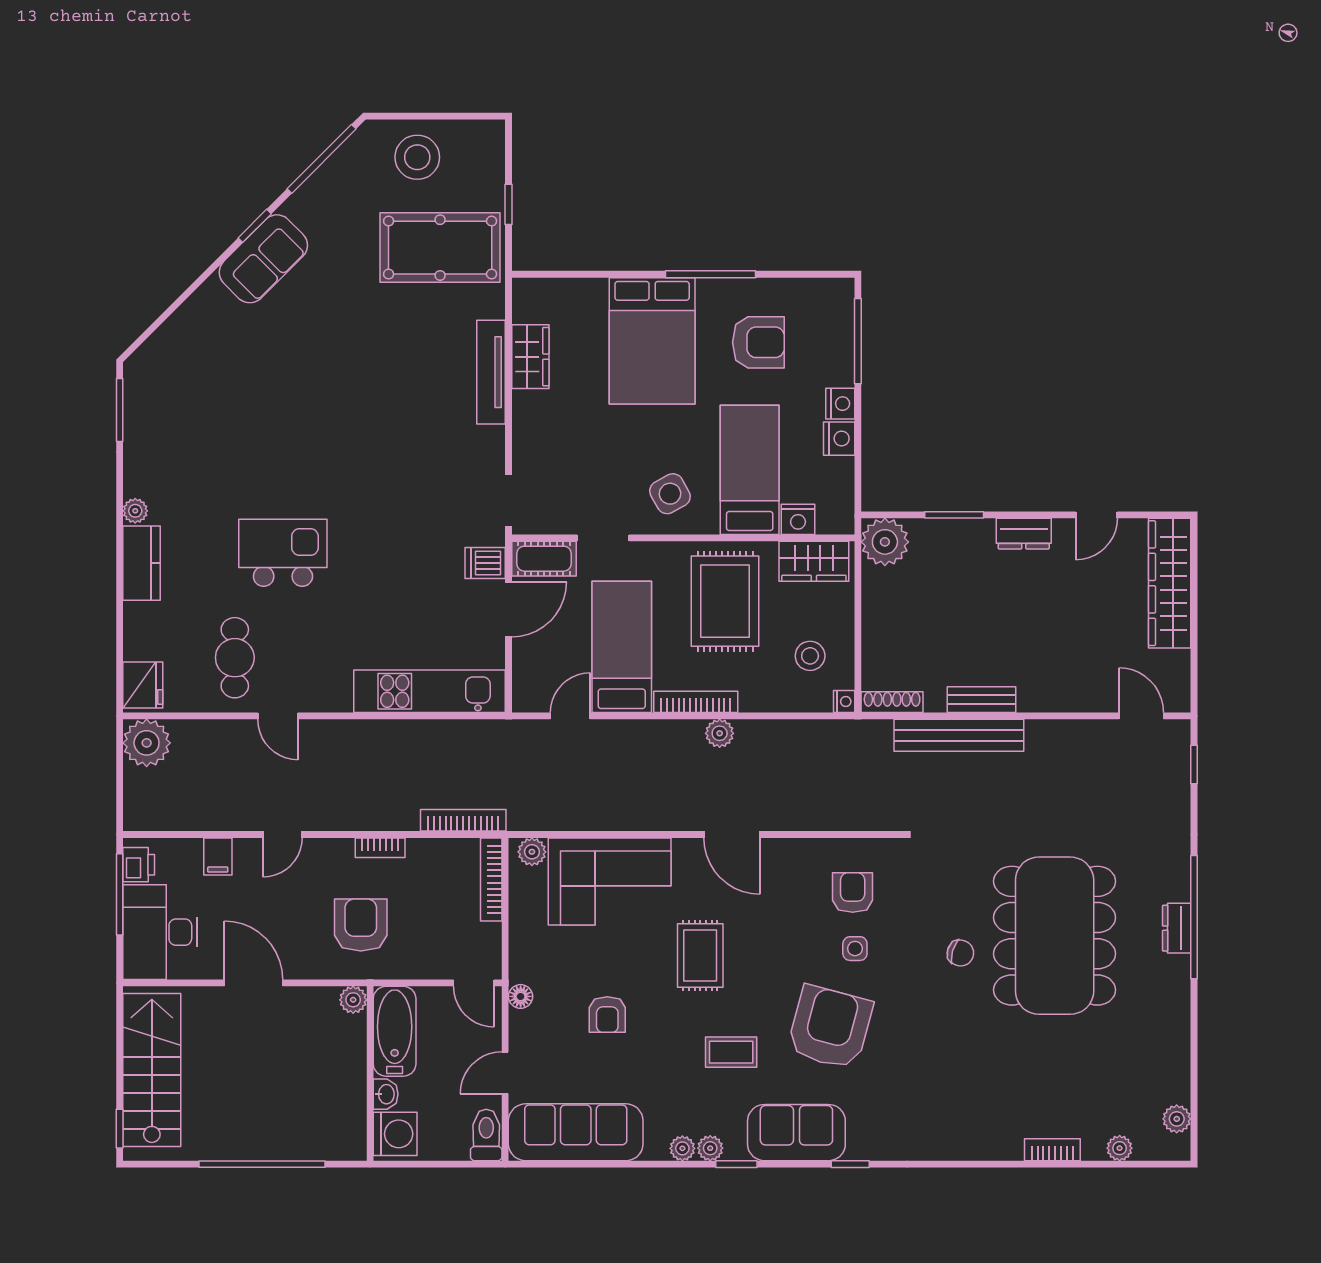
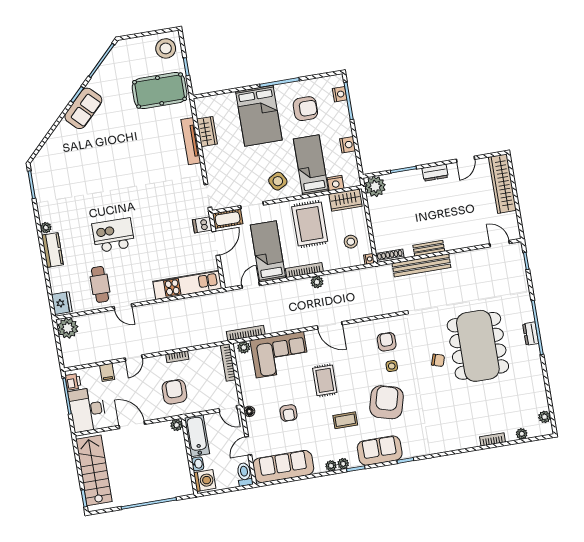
stool: (417, 157) -> (166, 48), moved
nightstand: (840, 404) -> (340, 94), moved
bookcase: (463, 820) -> (246, 333), moved

